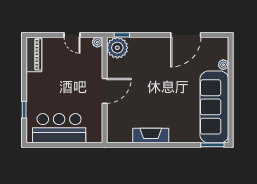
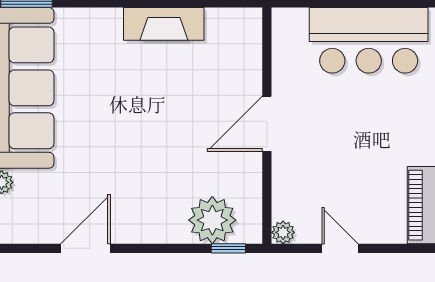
door: (186, 35) -> (85, 248), width x0.73
plant: (117, 48) -> (212, 220), moved

